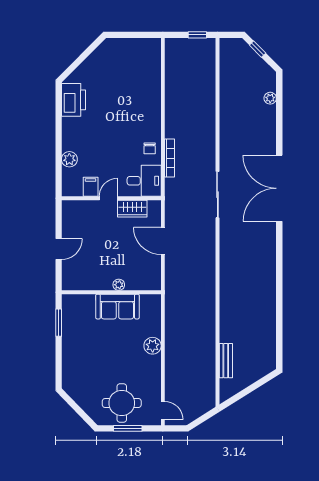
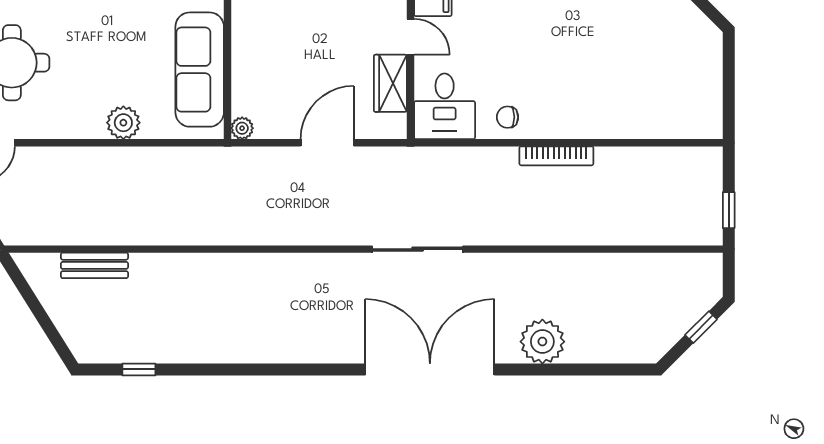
plant: (270, 98) -> (542, 342), moved, width x1.88, depth x1.88
bookcase: (170, 158) -> (556, 156), moved
plant: (119, 285) -> (242, 128), moved
sofa: (117, 307) -> (200, 70), width x1.36
window: (279, 338) -> (139, 369), added

